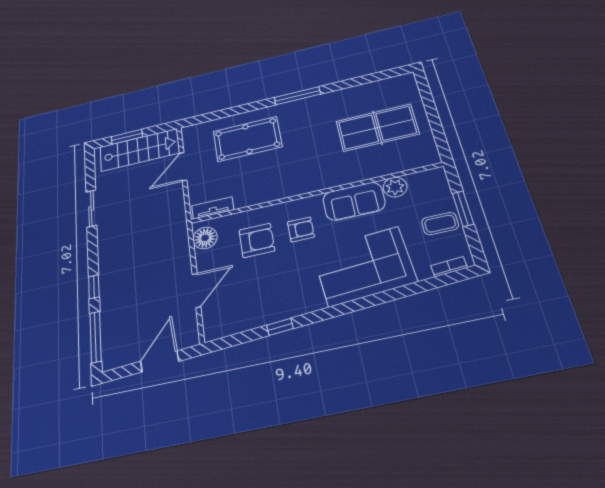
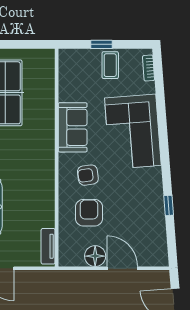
plant: (395, 187) -> (68, 92), removed
window: (463, 209) -> (102, 44), width x0.67
armchair: (301, 229) -> (88, 175), turned -98
floor lamp: (205, 238) -> (95, 256), moved

